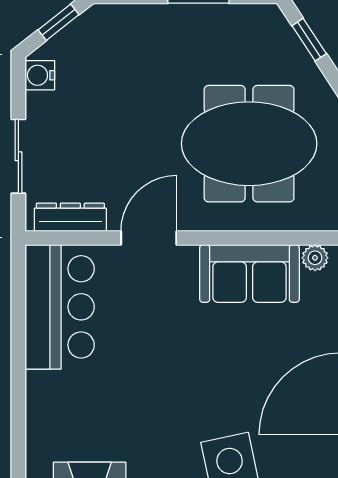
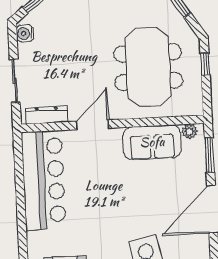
meeting table: (249, 144) -> (148, 67), turned 90
bar counter: (60, 307) -> (44, 180), width x1.36

